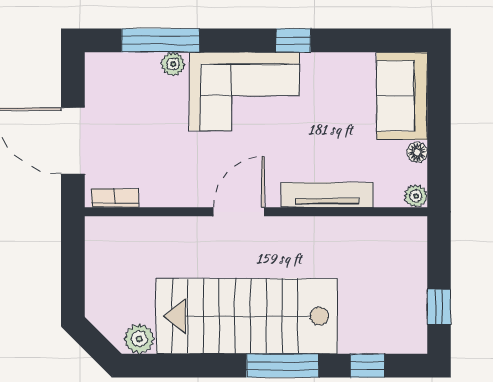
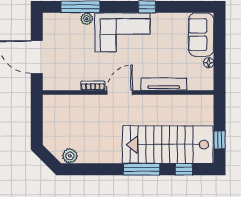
plant: (416, 196) -> (208, 85), removed
bookcase: (115, 198) -> (93, 86), moved
stairs: (247, 316) -> (168, 145), moved

